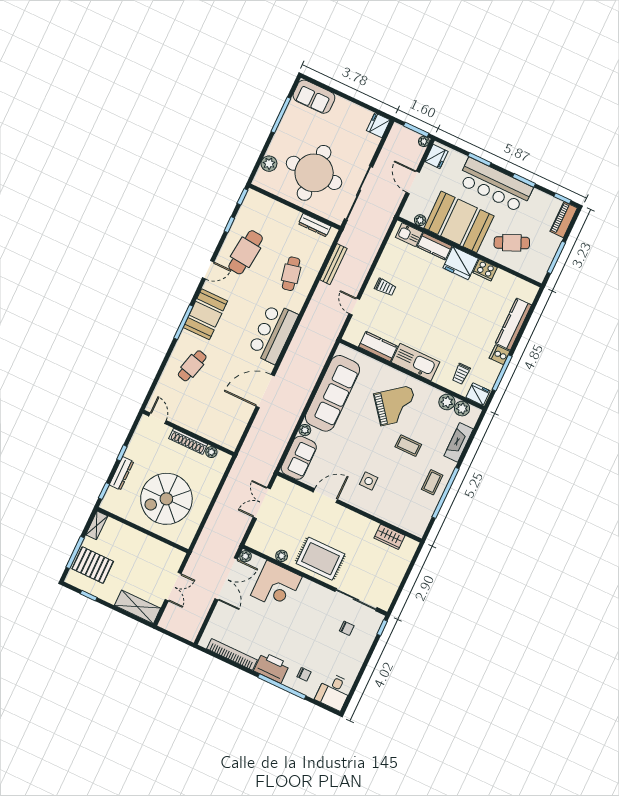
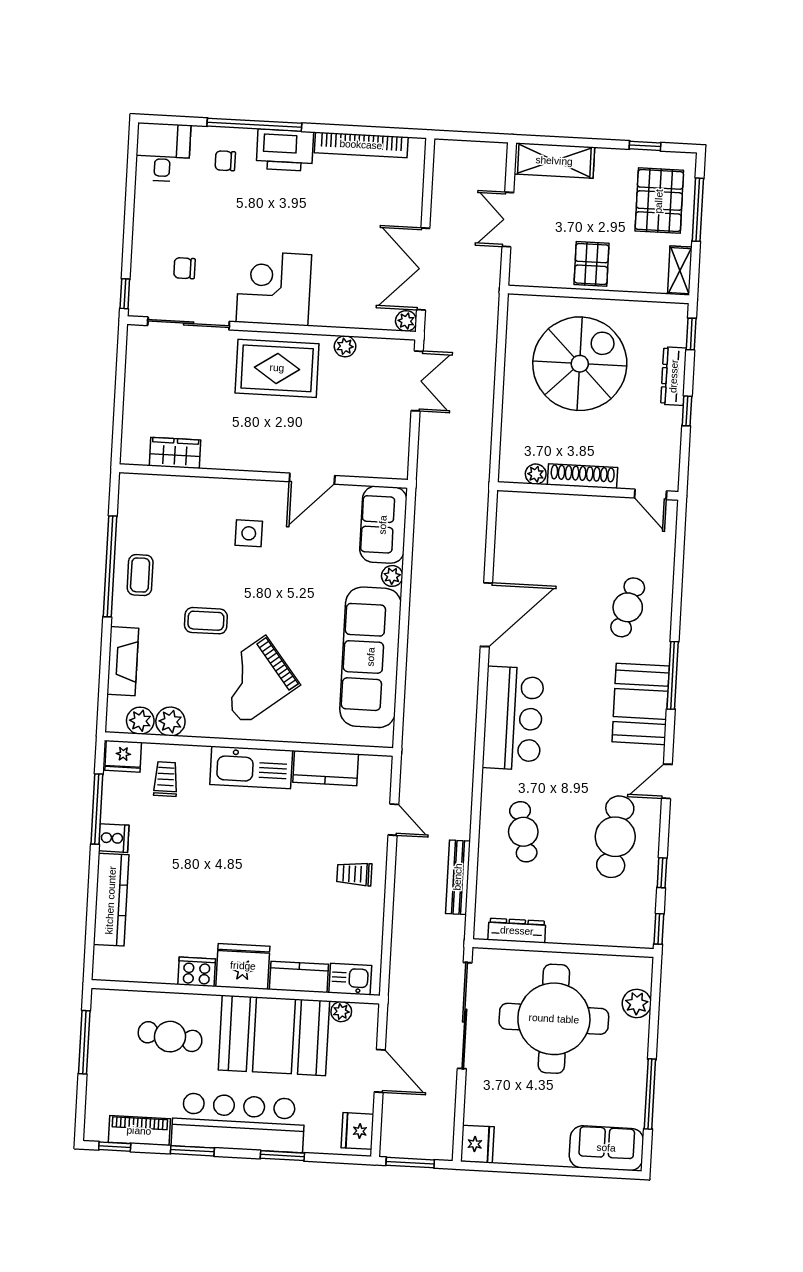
plant: (424, 141) -> (389, 1148), removed
piano: (564, 220) -> (139, 1131), moved, turned -90
cafe table: (512, 243) -> (170, 1037), turned 32
double door: (262, 503) -> (417, 381), moved
pallet: (140, 547) -> (591, 264), added
pallet: (93, 565) -> (659, 201), turned 90
corner desk: (276, 586) -> (274, 288), moved

